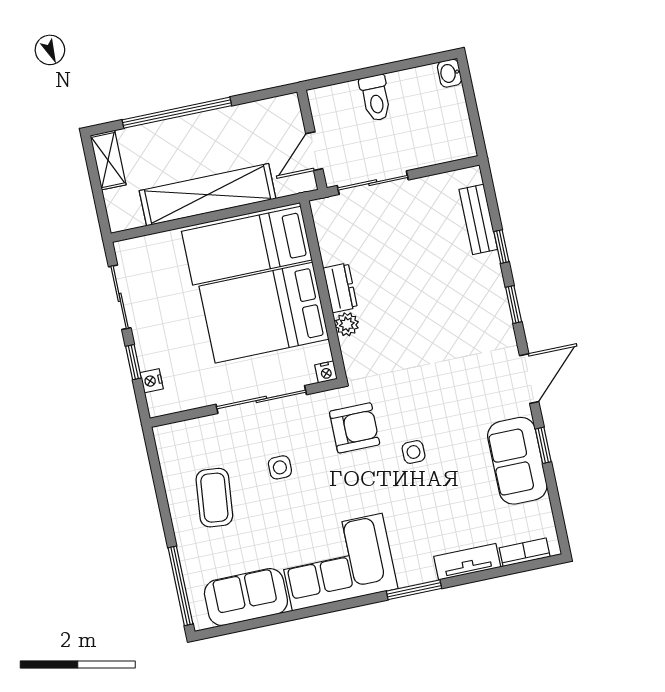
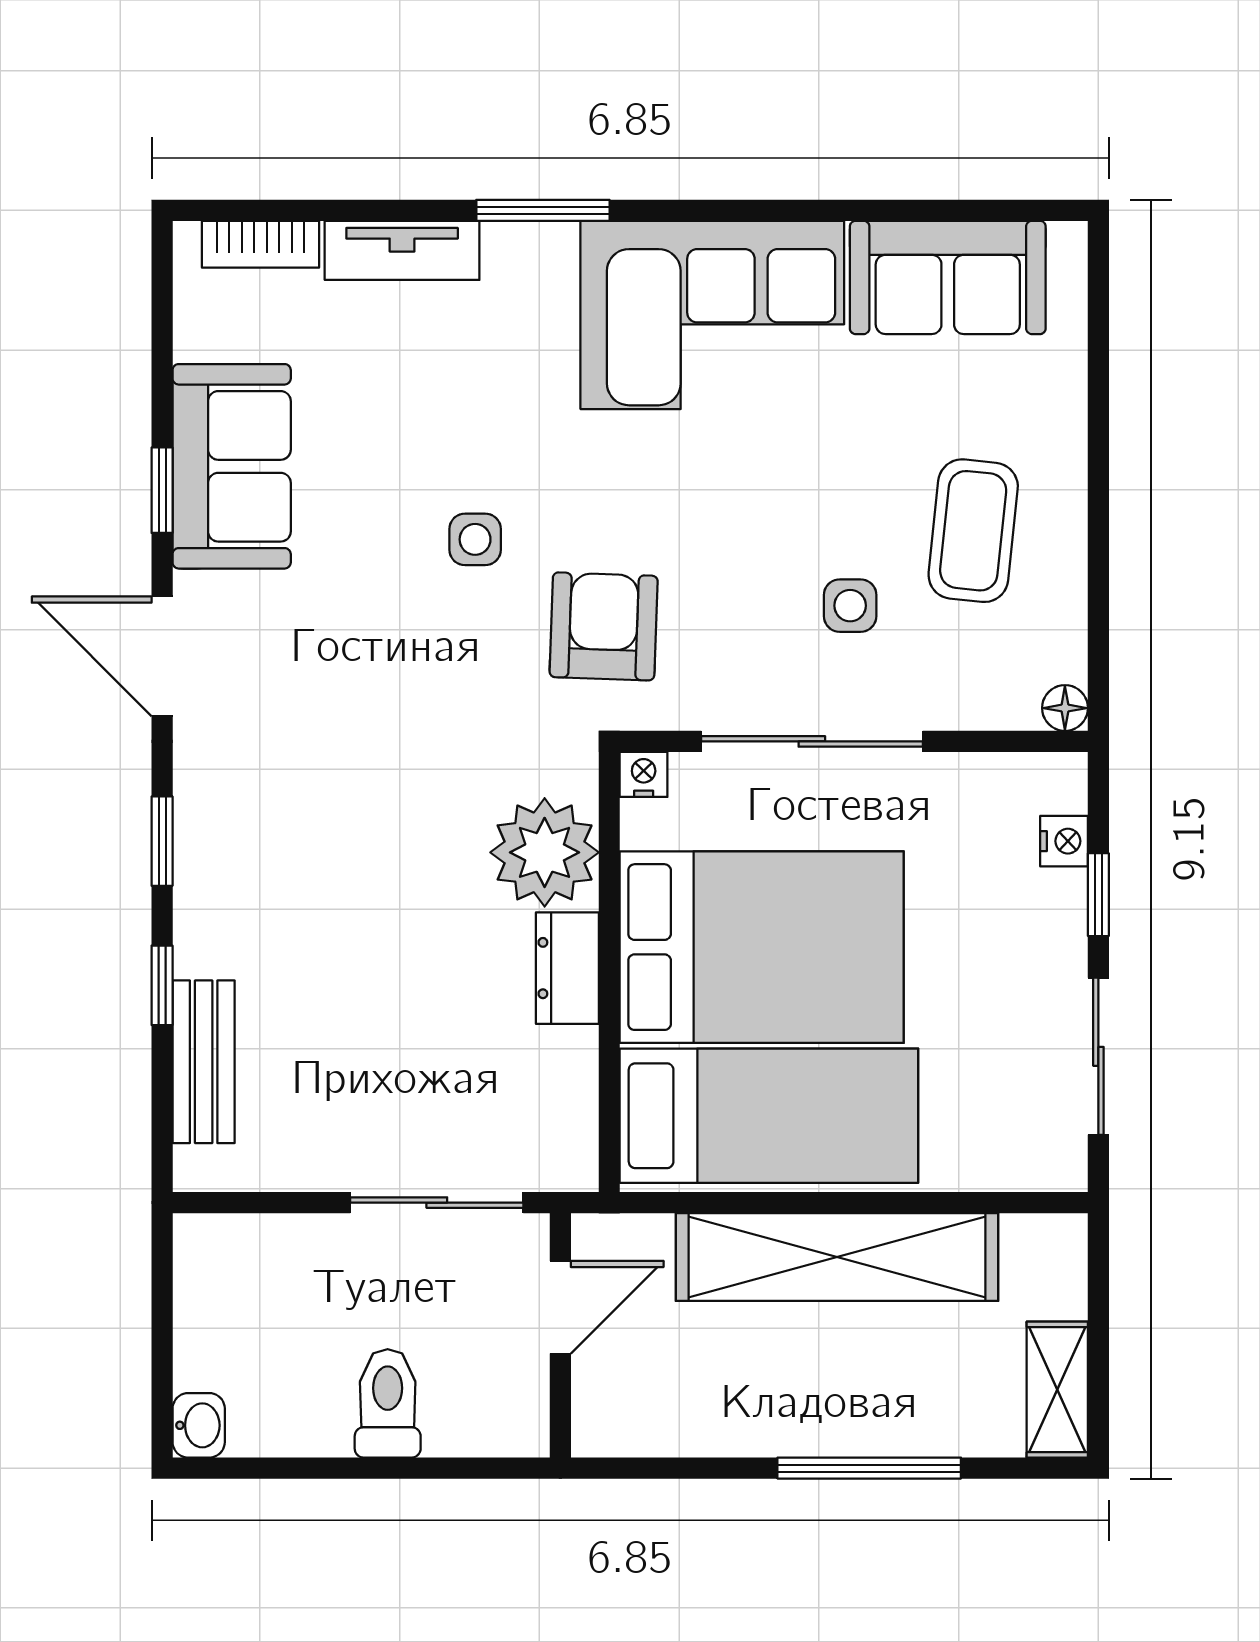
window: (177, 113) -> (869, 1468), width x0.68
plant: (347, 324) -> (545, 852), width x1.88, depth x1.88
door: (529, 379) -> (162, 656), hinge flipped
armchair: (355, 428) -> (604, 626), turned 92
floor lamp: (163, 434) -> (1065, 708), added
side table: (280, 467) -> (850, 606), moved
window: (180, 586) -> (1098, 337), removed

